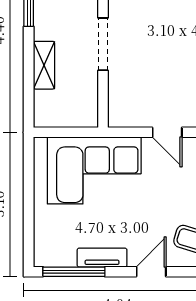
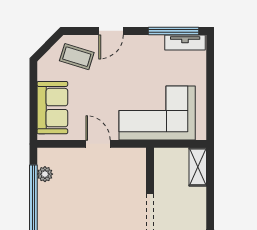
shelving: (44, 65) -> (198, 167), moved
tv unit: (102, 258) -> (185, 42), moved

